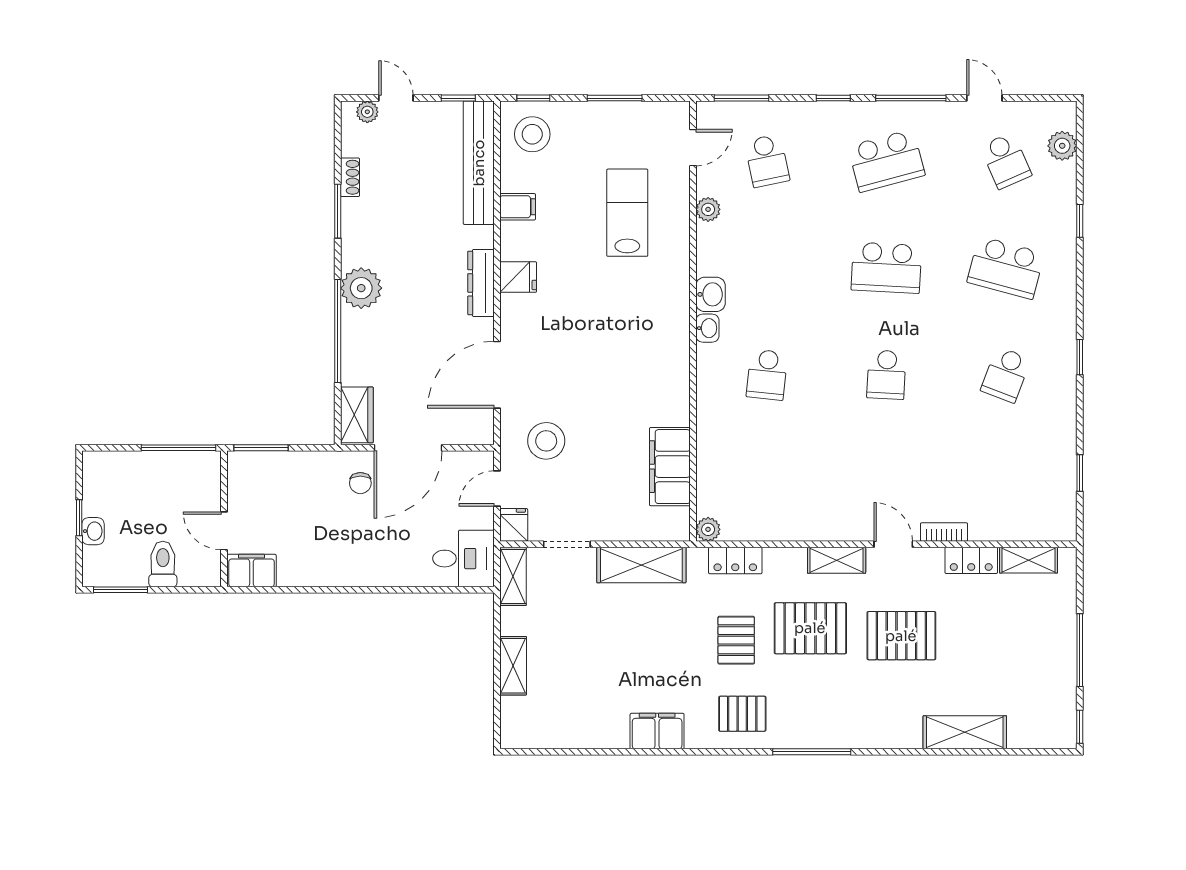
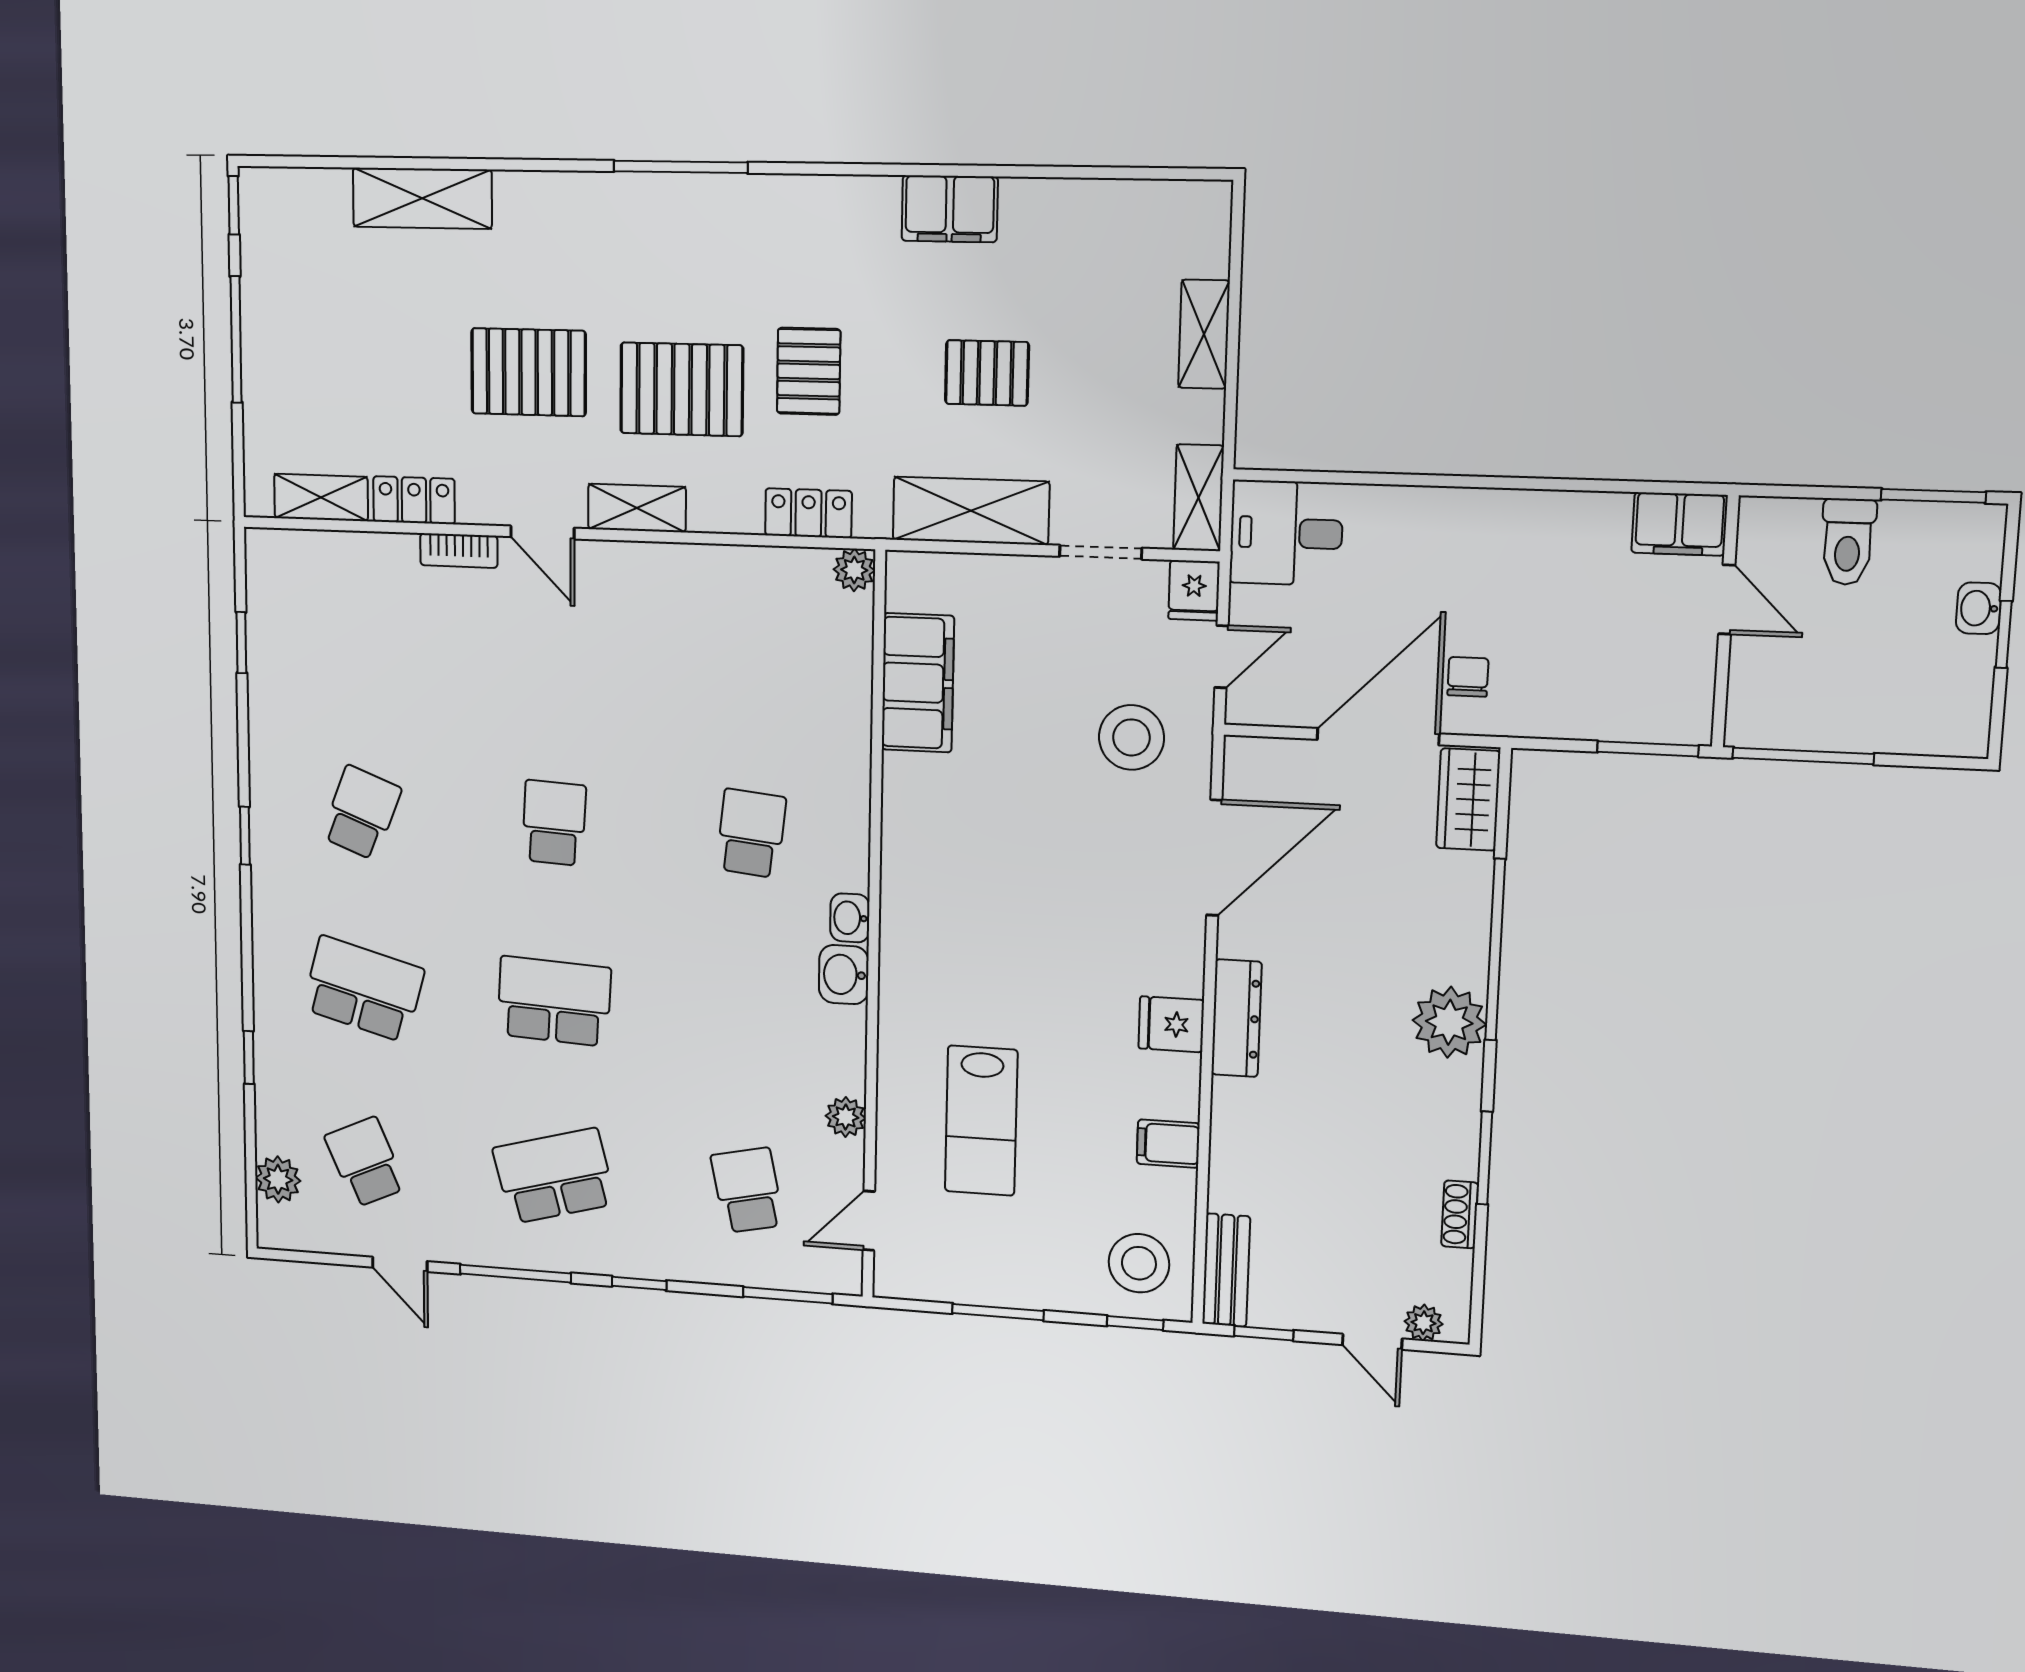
bench: (479, 163) -> (1226, 1270), width x0.54, depth x0.82
pallet: (742, 714) -> (987, 373), moved

